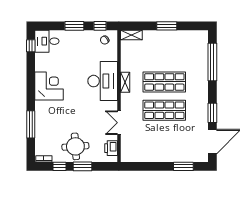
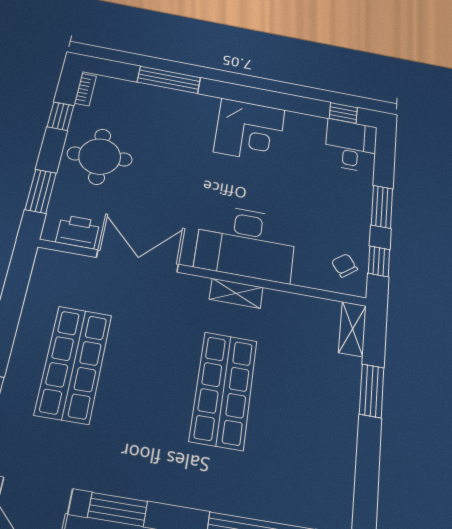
window: (167, 26) -> (372, 391), moved
shop shelf: (164, 110) -> (74, 364), moved
double door: (119, 123) -> (138, 261), width x1.37
window: (82, 166) -> (41, 191), moved

